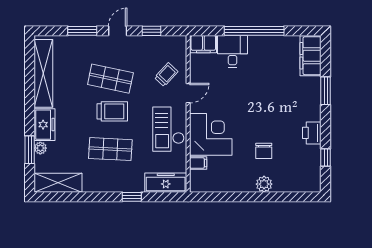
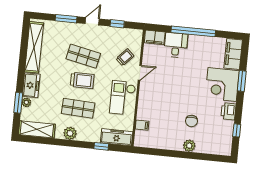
corner desk: (211, 134) -> (222, 85), moved, turned 180
plant: (103, 184) -> (70, 133), added
window: (132, 197) -> (101, 146), moved

